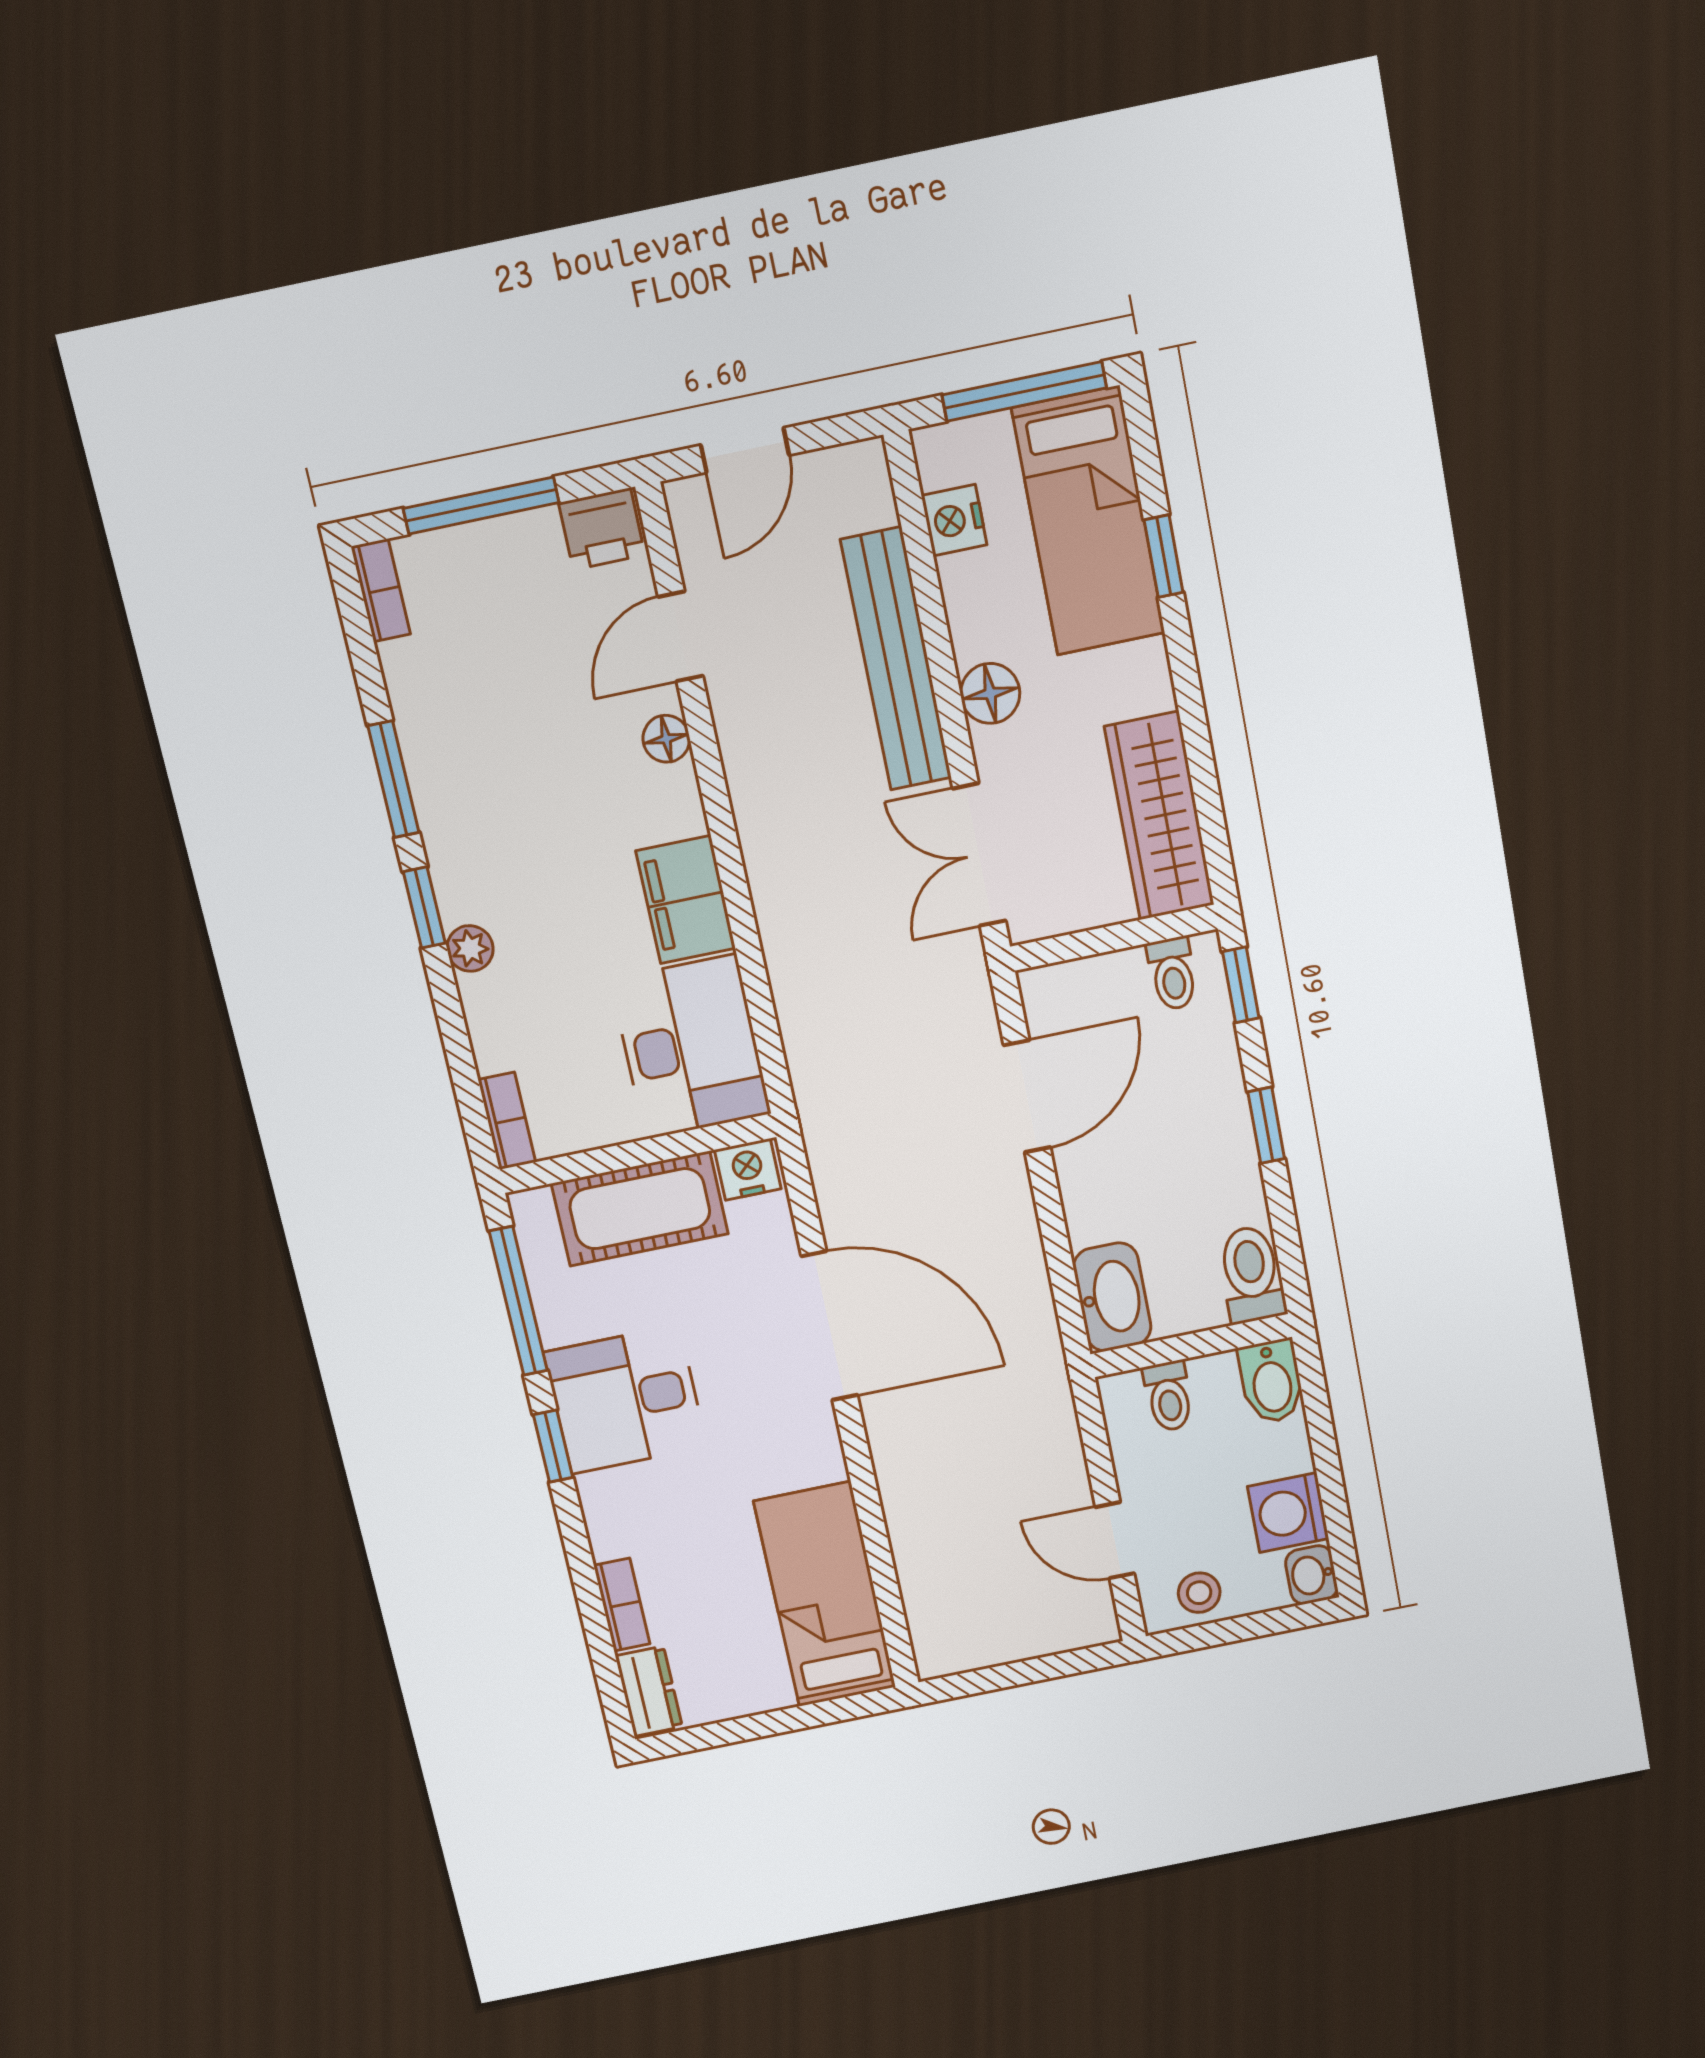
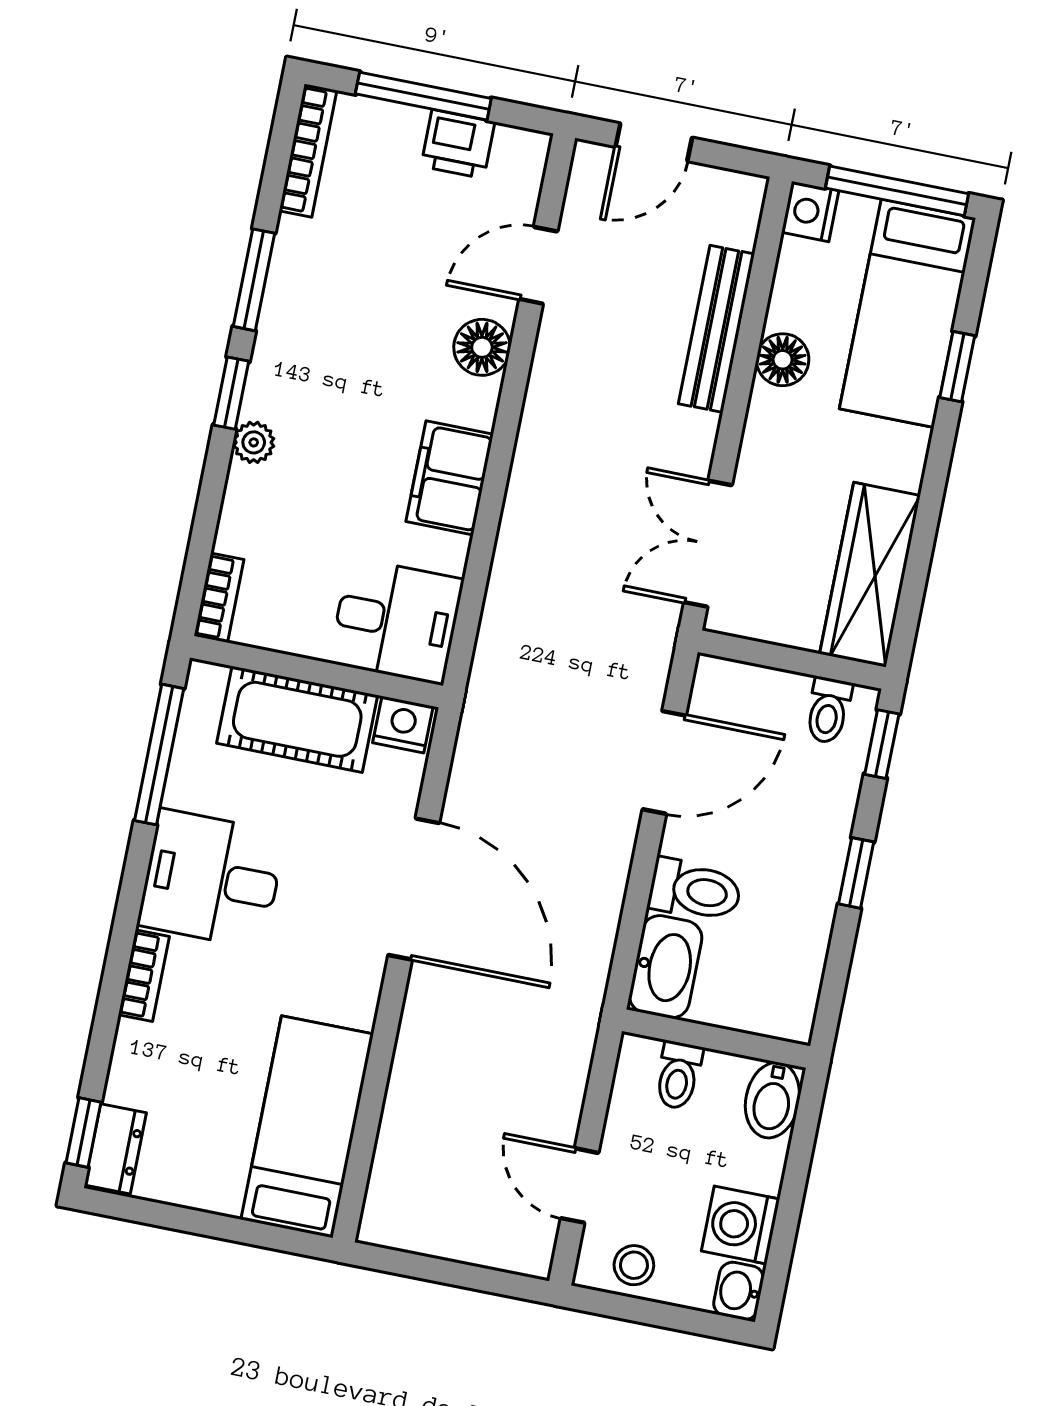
nightstand: (954, 520) -> (810, 211), moved
printer: (602, 529) -> (458, 144), moved
bookcase: (381, 590) -> (308, 151), width x1.56
bench: (896, 659) -> (716, 329), width x0.73, depth x0.82
floor lamp: (990, 693) -> (783, 360), moved
floor lamp: (666, 739) -> (482, 347), width x1.37, depth x1.37
desk: (691, 1047) -> (396, 621), width x0.73
toilet: (1251, 1274) -> (695, 890), moved, turned 90
window: (553, 1446) -> (84, 1133), moved
bookcase: (622, 1605) -> (144, 976), moved

